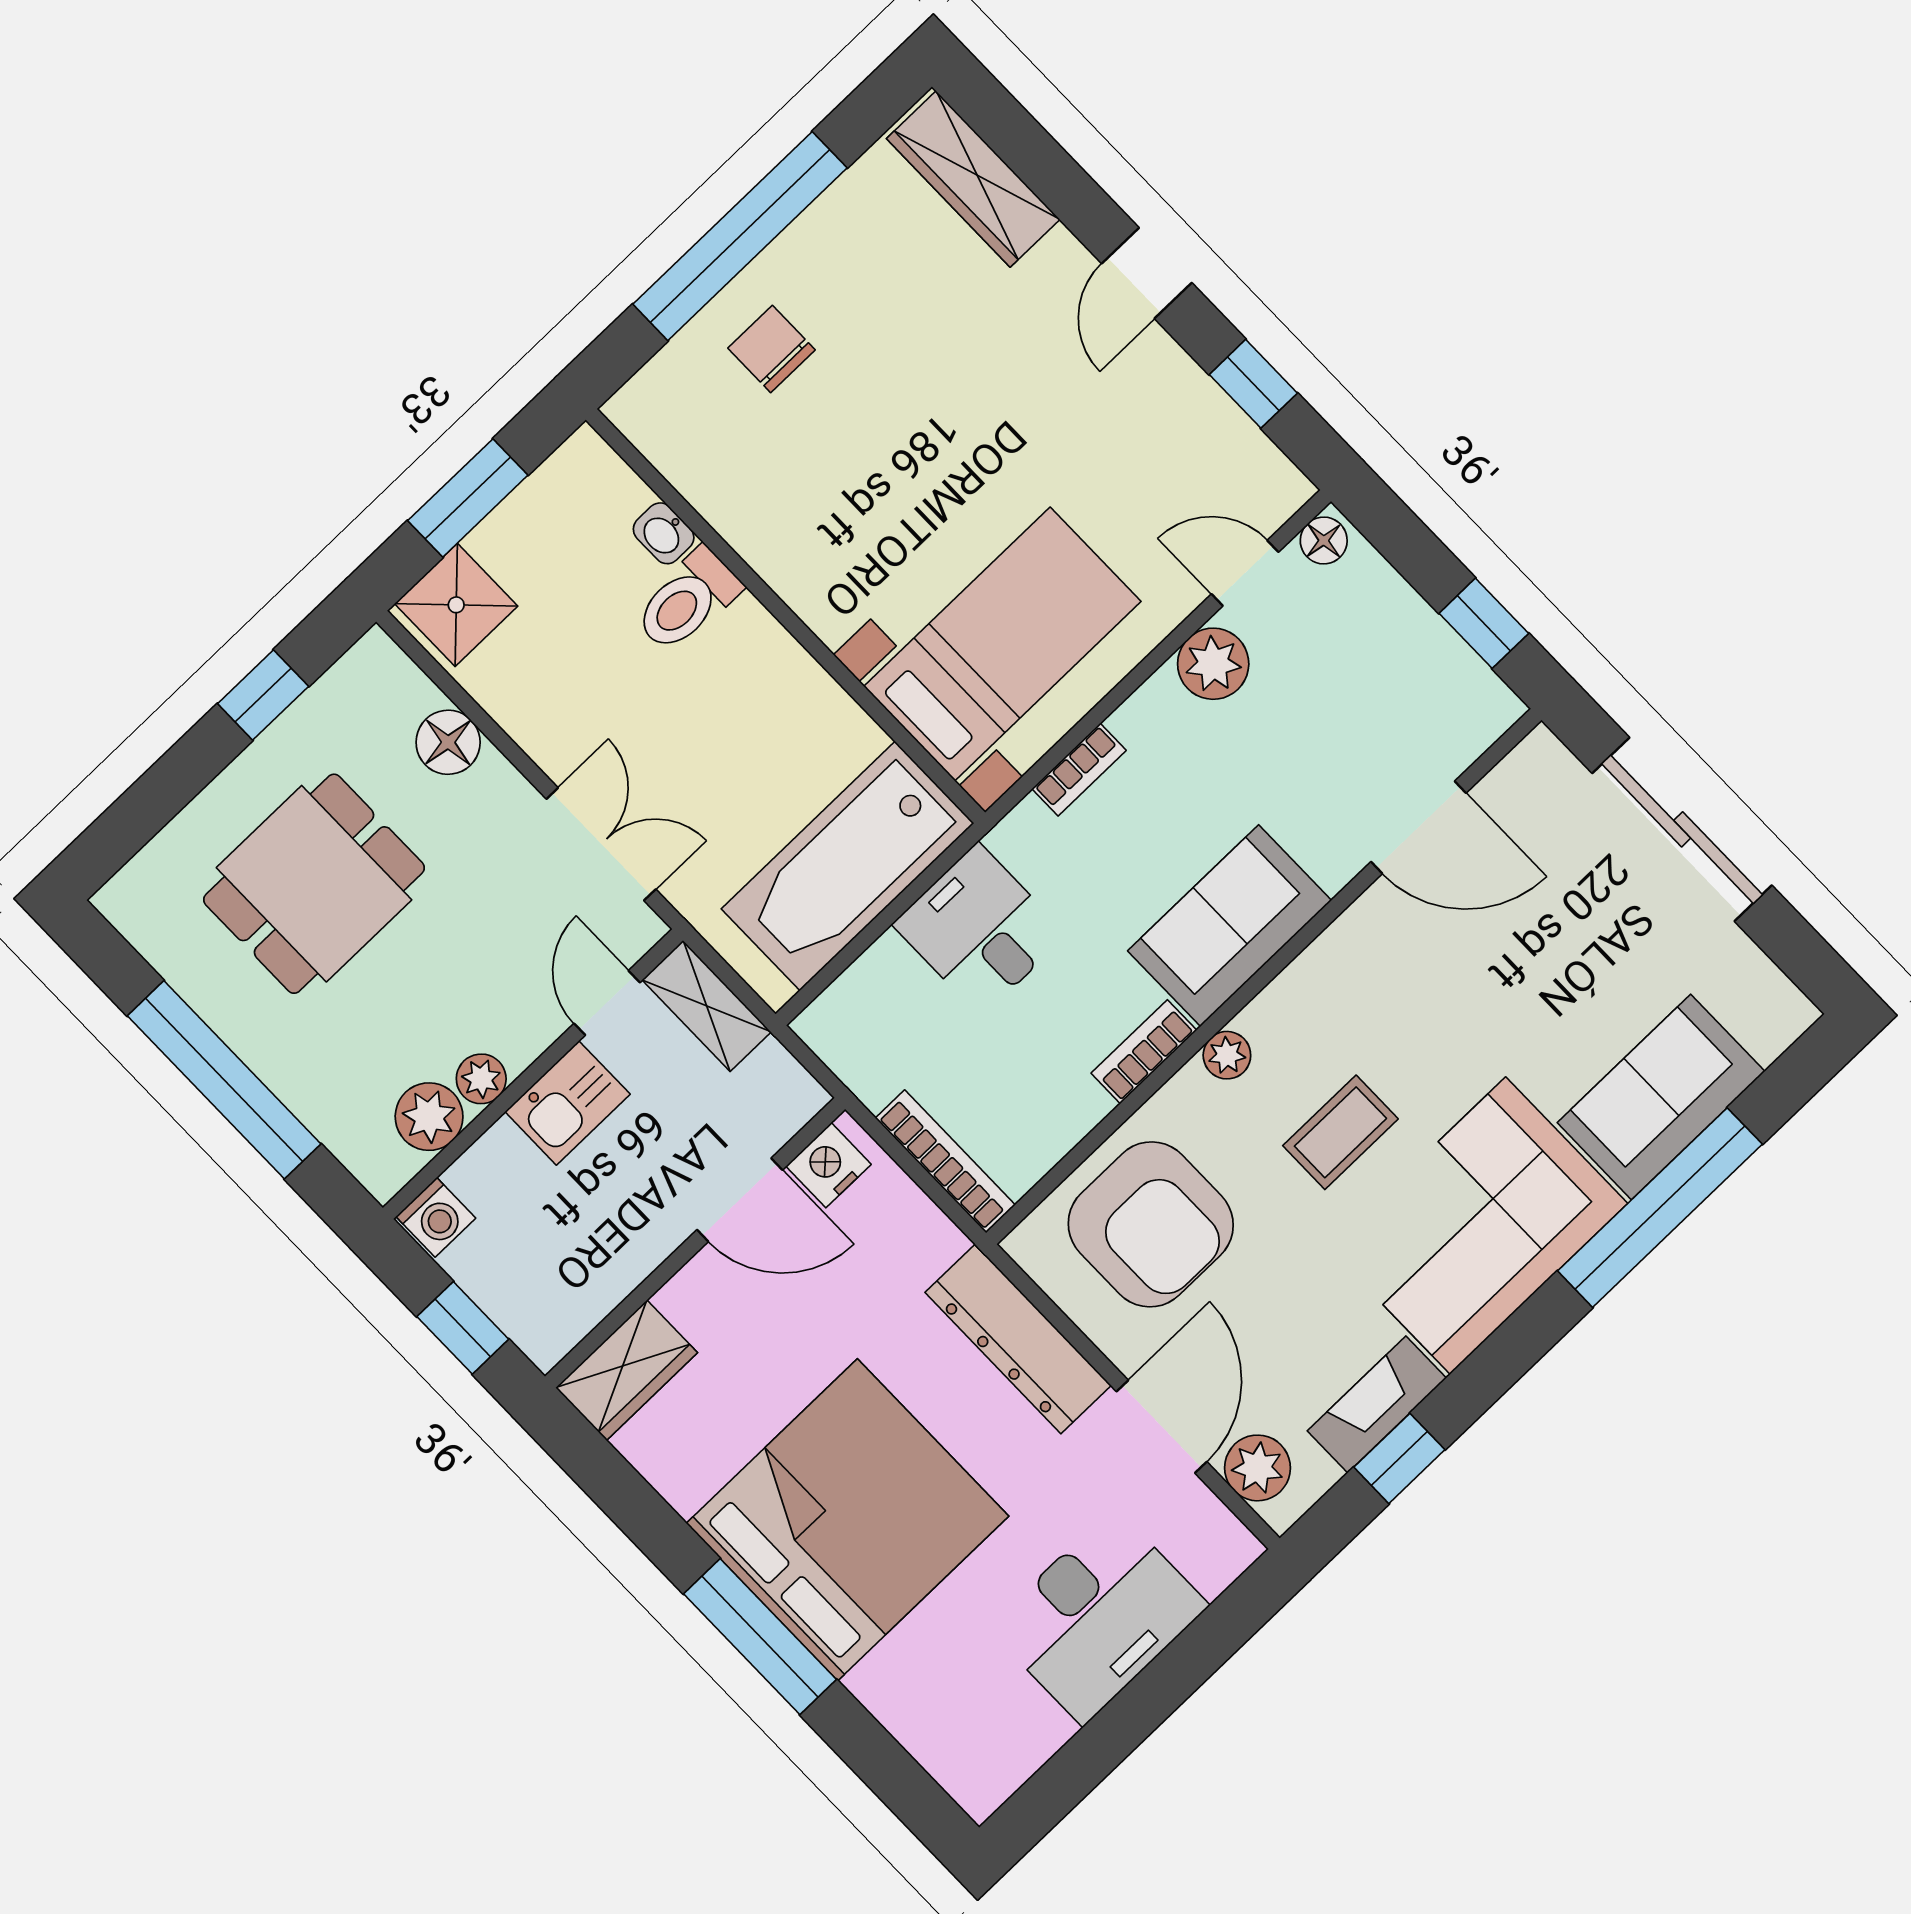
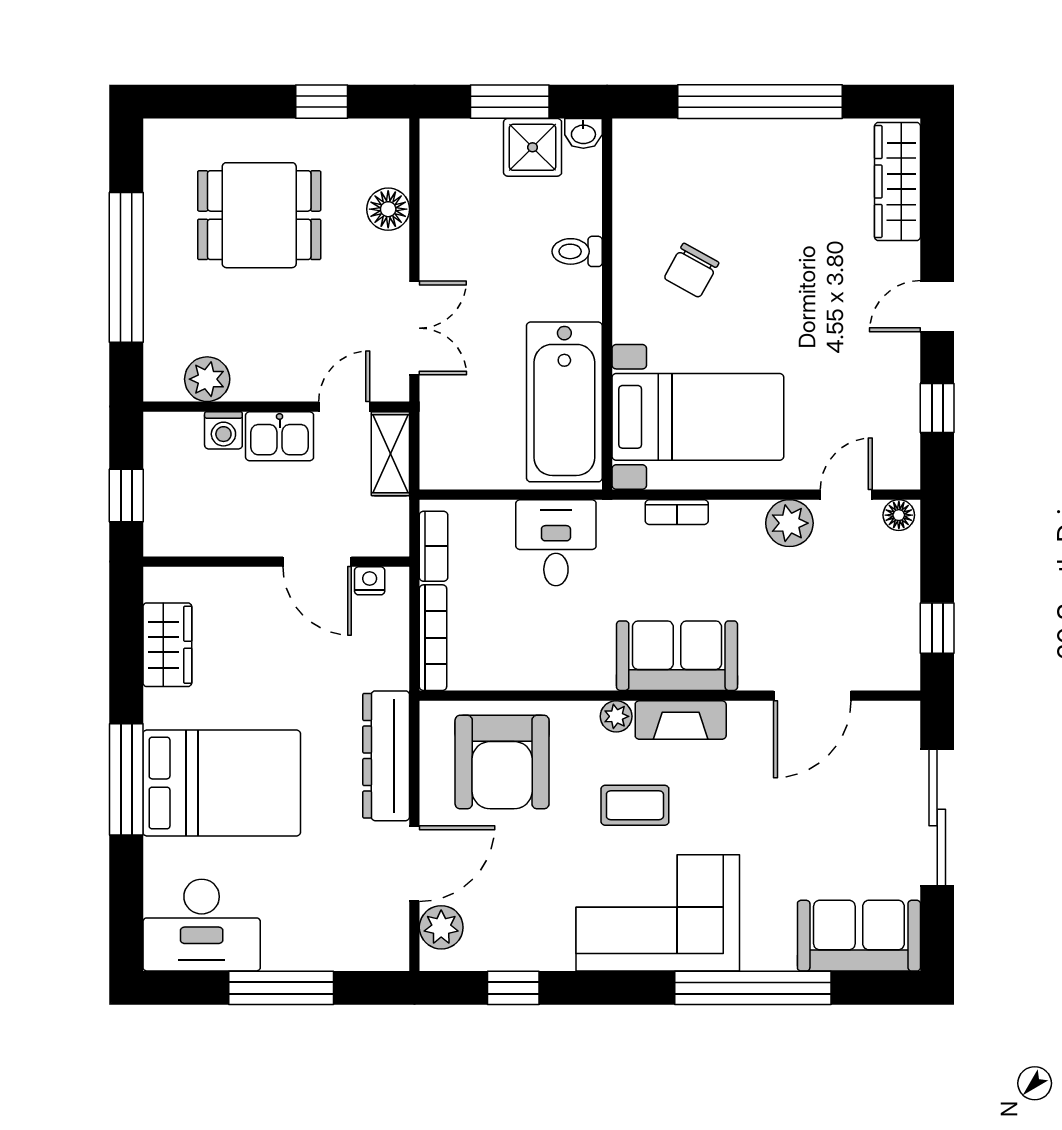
chair: (772, 349) -> (691, 270), moved, turned -151
washbasin: (664, 533) -> (583, 133), moved, turned -90
door: (1245, 573) -> (846, 495), hinge flipped
toilet: (687, 600) -> (577, 251), width x0.73, depth x0.72
shower: (456, 605) -> (533, 147), moved
door: (1419, 827) -> (812, 696), hinge flipped
bathtub: (848, 866) -> (564, 402), moved, turned -90
bookcase: (1144, 1052) -> (434, 546), moved, turned 90
plant: (481, 1079) -> (249, 385), removed
sofa: (1661, 1097) -> (859, 936), moved
nightstand: (828, 1165) -> (370, 581), width x0.72, depth x0.74
washing machine: (436, 1217) -> (223, 430), moved
wardrobe: (627, 1370) -> (167, 645), moved, turned -90
fireplace: (1377, 1404) -> (681, 720), moved, turned 180
bed: (848, 1520) -> (222, 783), width x0.73
desk: (1098, 1616) -> (202, 925), moved
window: (1147, 1702) -> (281, 988), added

